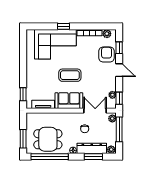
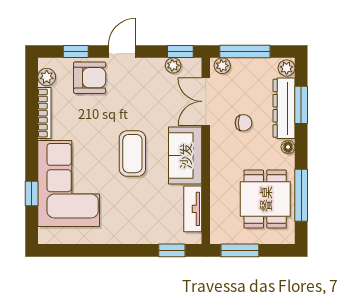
window: (64, 26) -> (32, 193), moved
armchair: (107, 54) -> (90, 78), turned 180
window: (23, 139) -> (240, 250), moved
window: (50, 157) -> (301, 195), width x0.68

